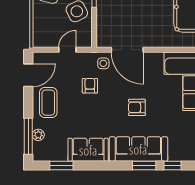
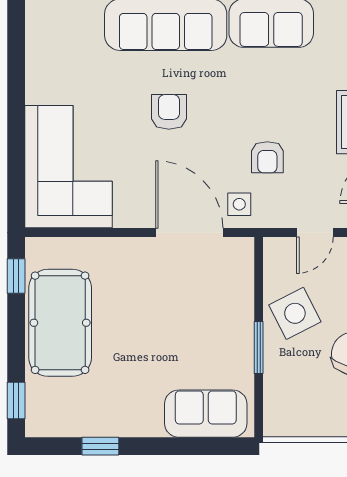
armchair: (137, 107) -> (169, 112), turned -90

